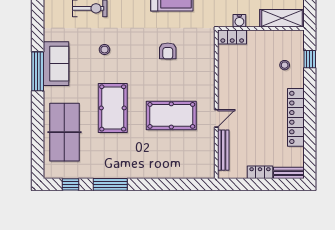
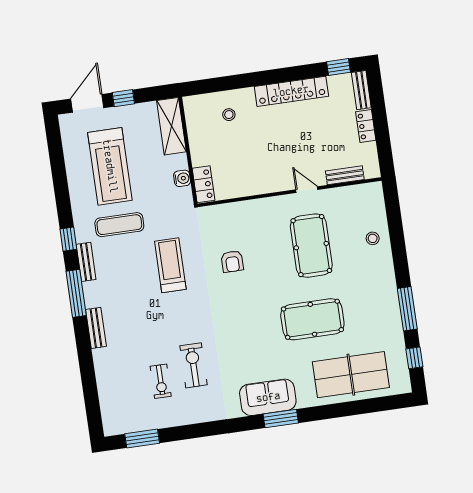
stool: (105, 50) -> (373, 238), moved
armchair: (168, 51) -> (232, 261), turned 90
window: (310, 59) -> (339, 67), moved
window: (38, 71) -> (281, 419), width x0.69
bench: (223, 150) -> (345, 175), width x0.73

